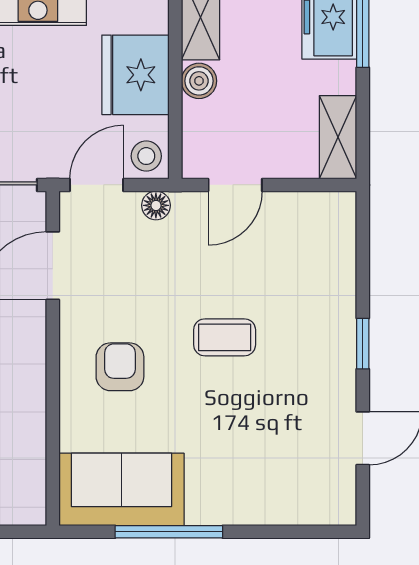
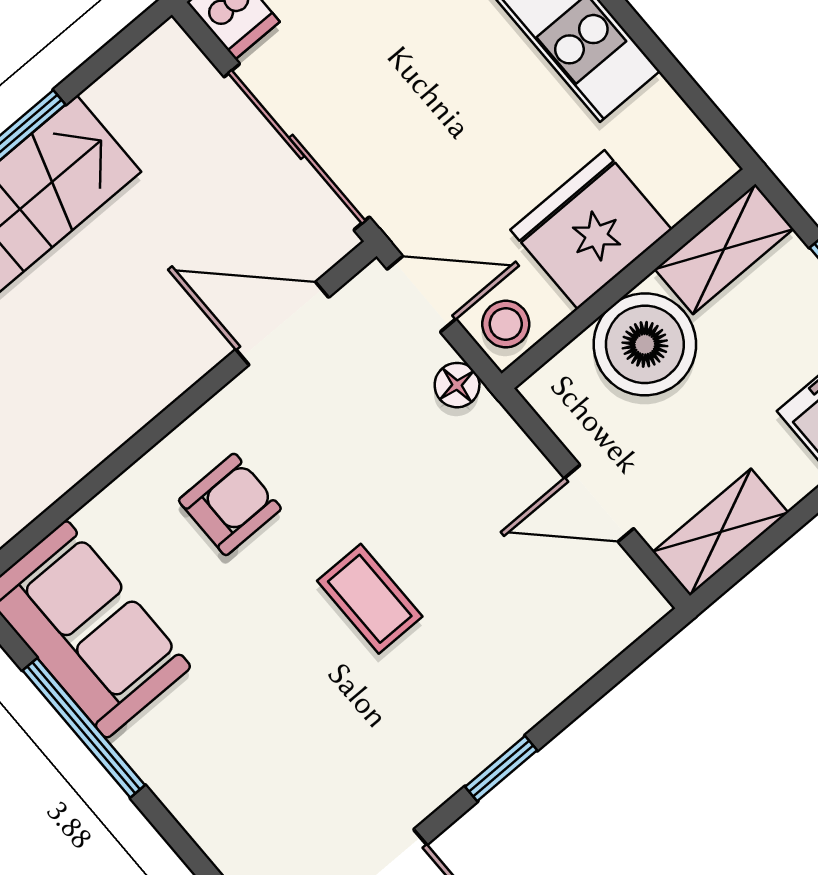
boiler: (199, 81) -> (645, 344), width x1.86, depth x1.86
door: (235, 185) -> (599, 503), moved

